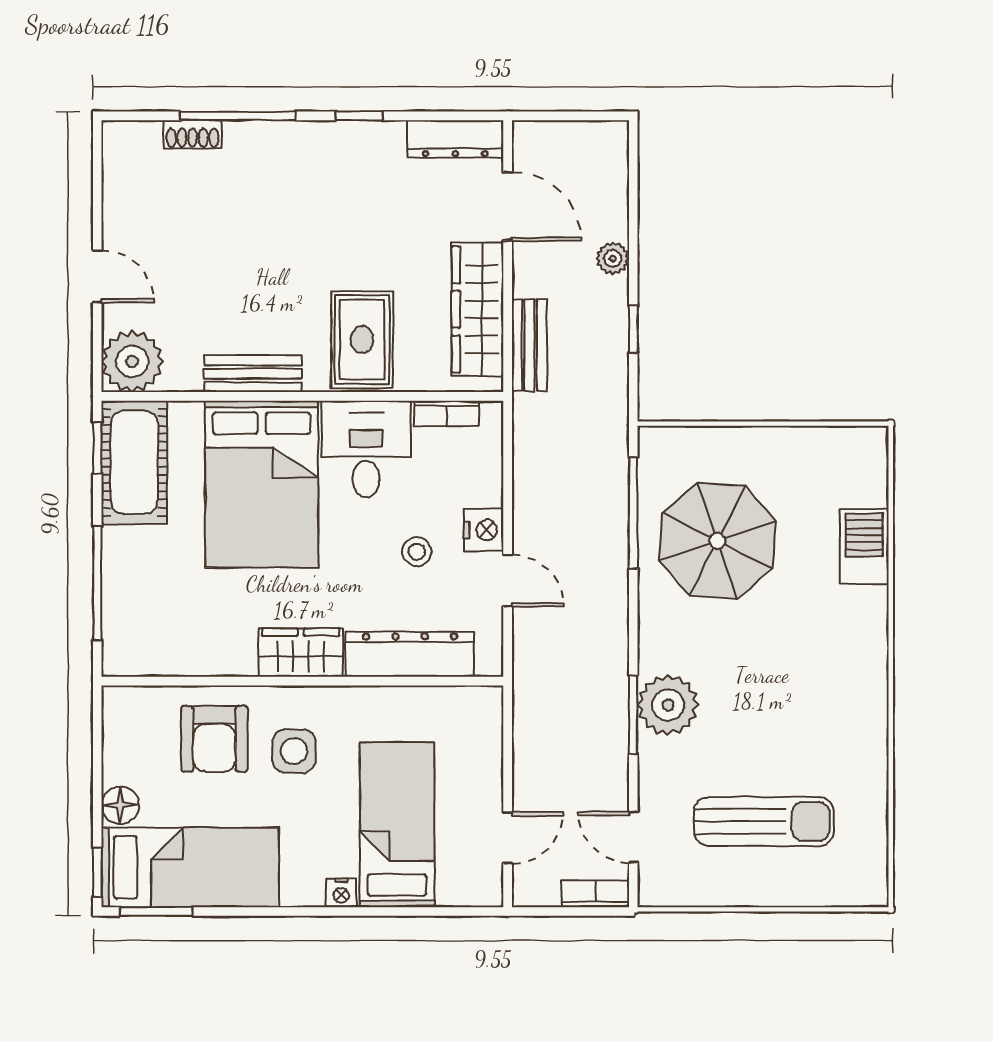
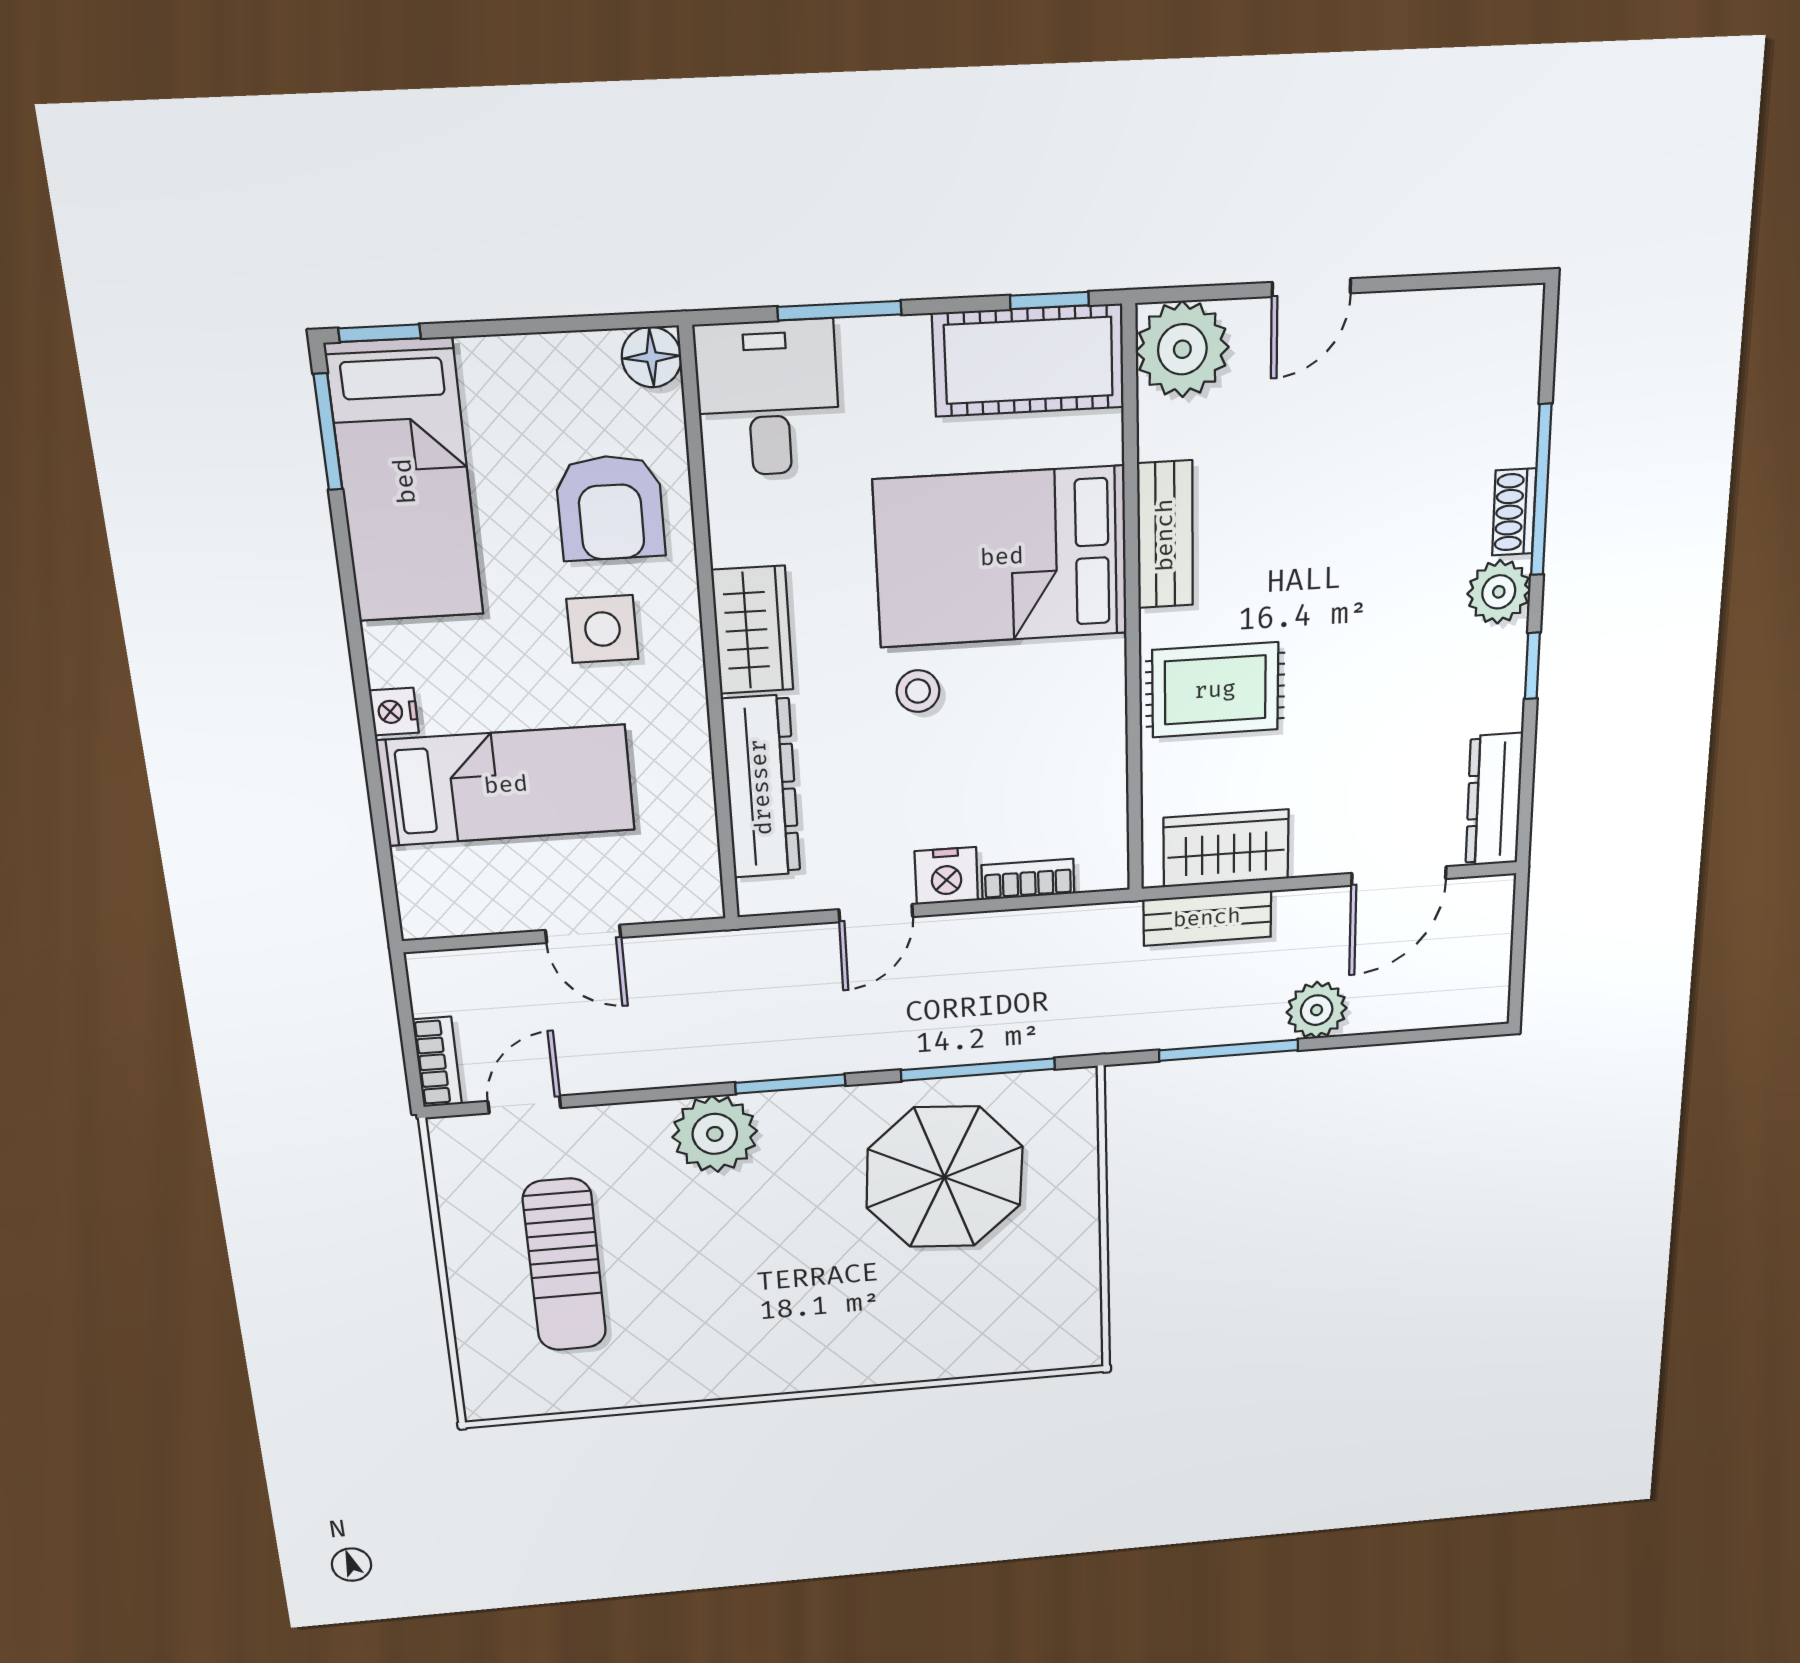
shoe rack: (193, 134) -> (1514, 512), moved
plant: (306, 142) -> (1499, 592), added
plant: (613, 258) -> (1317, 1010), width x1.38, depth x1.38
wardrobe: (478, 309) -> (1226, 848), width x0.67
window: (633, 329) -> (1229, 1050), width x2.17
bookcase: (447, 414) -> (1028, 879), moved, turned 90
desk: (366, 449) -> (768, 398), moved, turned -90
barbecue: (864, 546) -> (945, 1352), removed
stool: (417, 552) -> (918, 691), moved
window: (97, 583) -> (840, 311), width x0.69
window: (633, 714) -> (790, 1084), moved
armchair: (214, 739) -> (610, 508), turned -90
floor lamp: (120, 805) -> (652, 357), moved
door: (508, 838) -> (583, 934), moved

